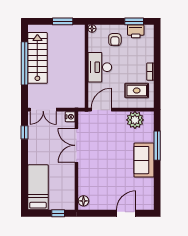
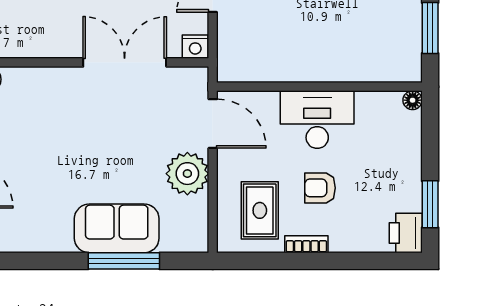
printer: (136, 31) -> (406, 233), moved
armchair: (115, 40) -> (320, 188), moved
plant: (135, 120) -> (187, 174), moved
sofa: (144, 160) -> (117, 228), moved

